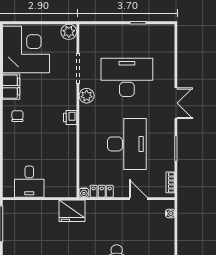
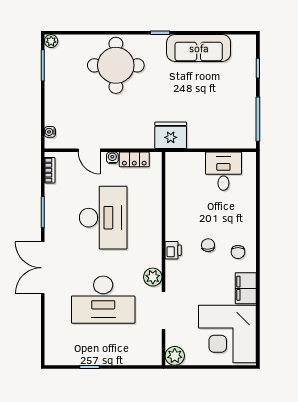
double door: (176, 103) -> (43, 268), width x1.37
chair: (42, 122) -> (208, 245), added
desk: (127, 144) -> (103, 218), turned 180
water cooler: (84, 193) -> (112, 158), moved

